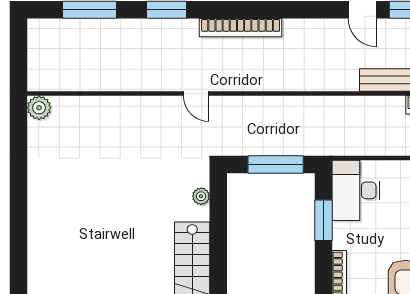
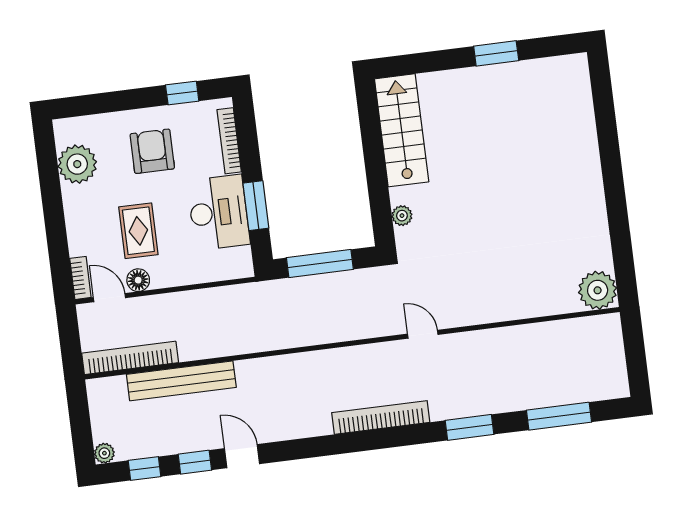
plant: (39, 108) -> (598, 290), width x1.36, depth x1.36
desk: (356, 190) -> (219, 212), moved

